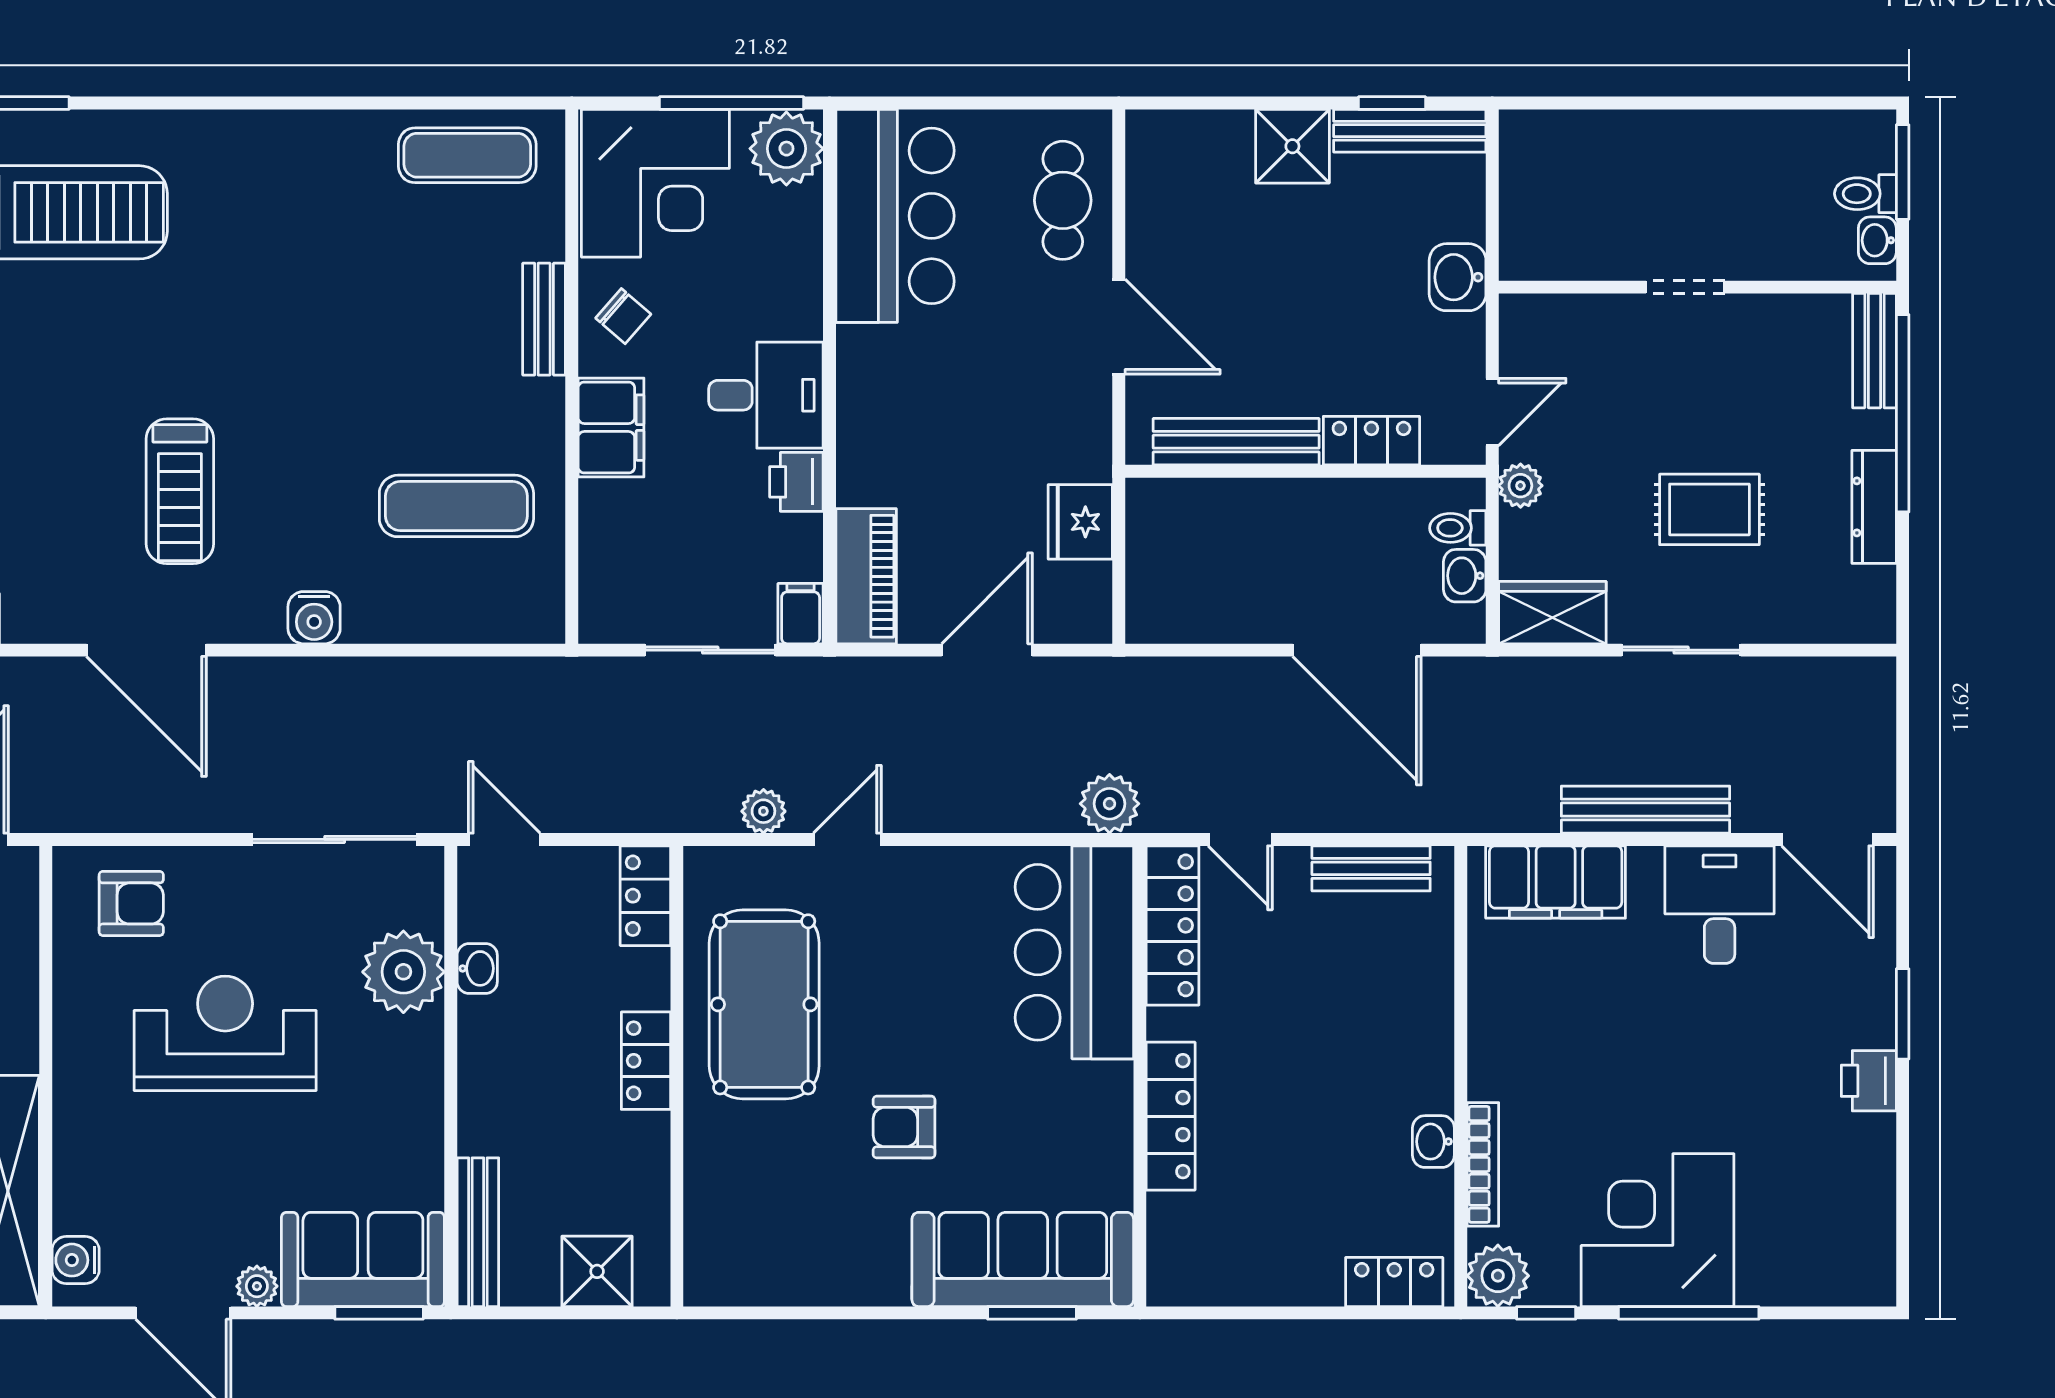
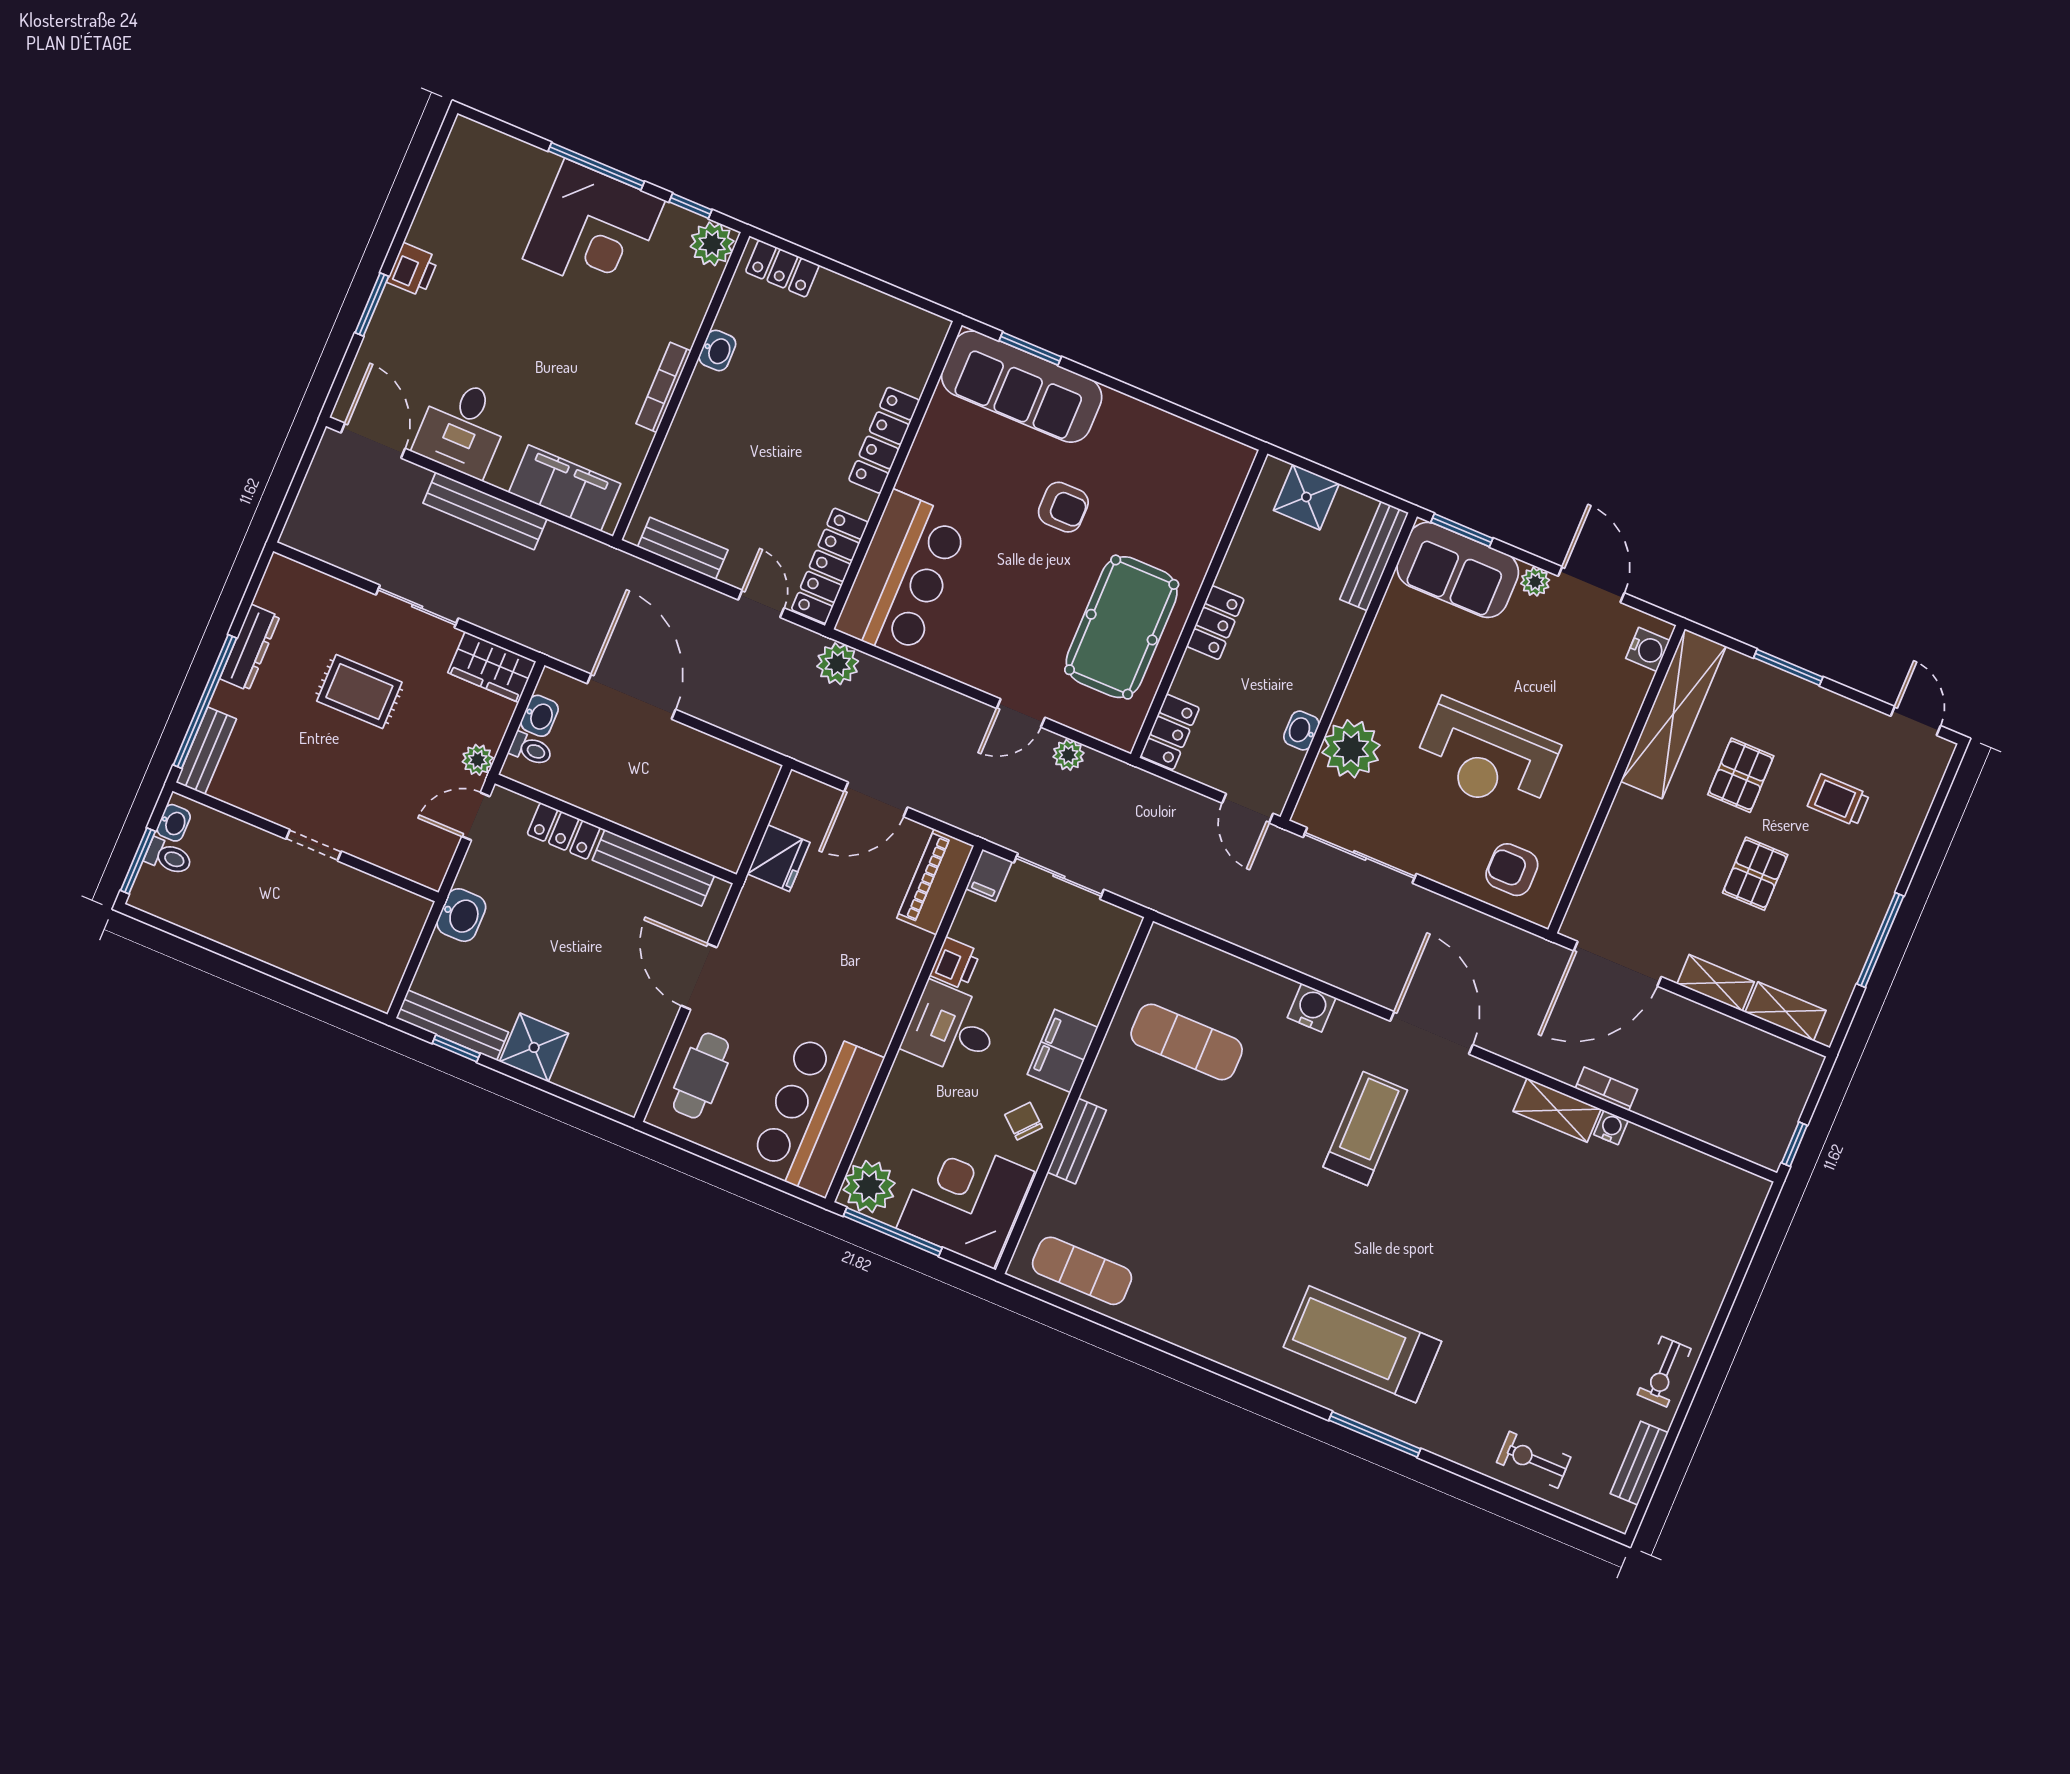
bookcase: (1483, 1164) -> (663, 387), moved

